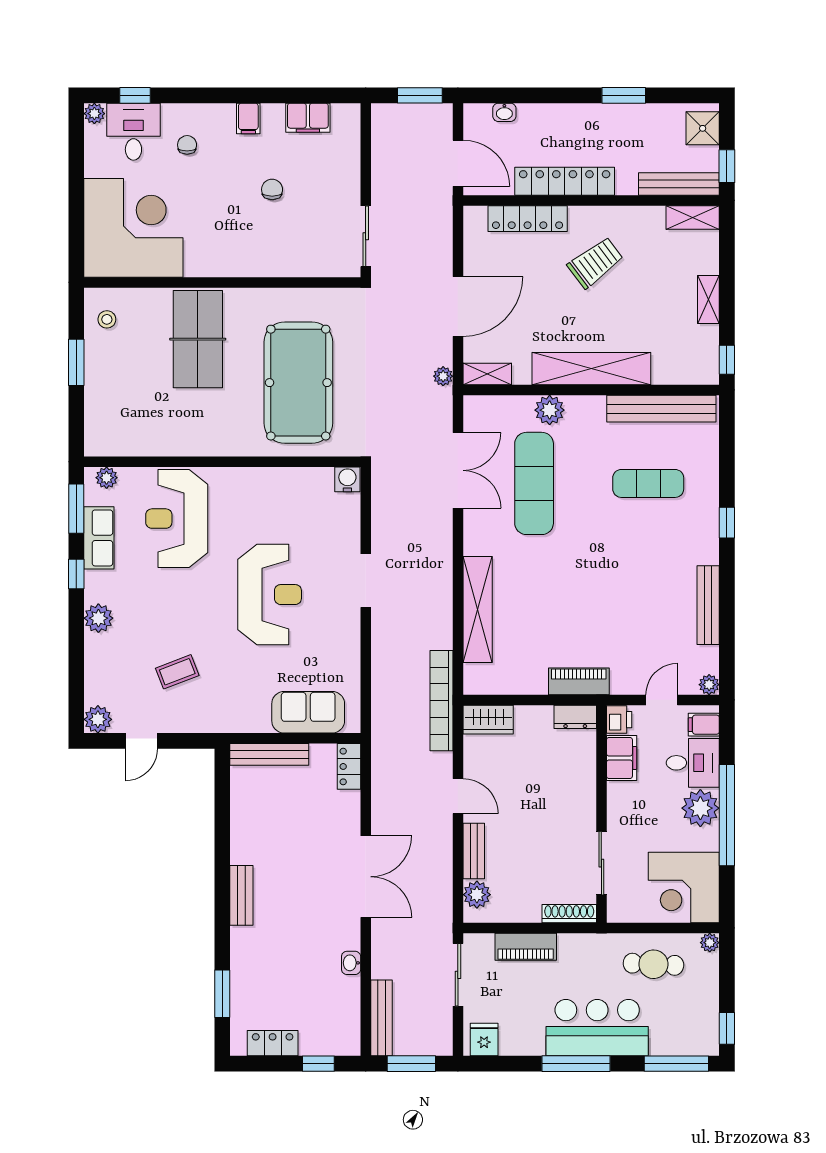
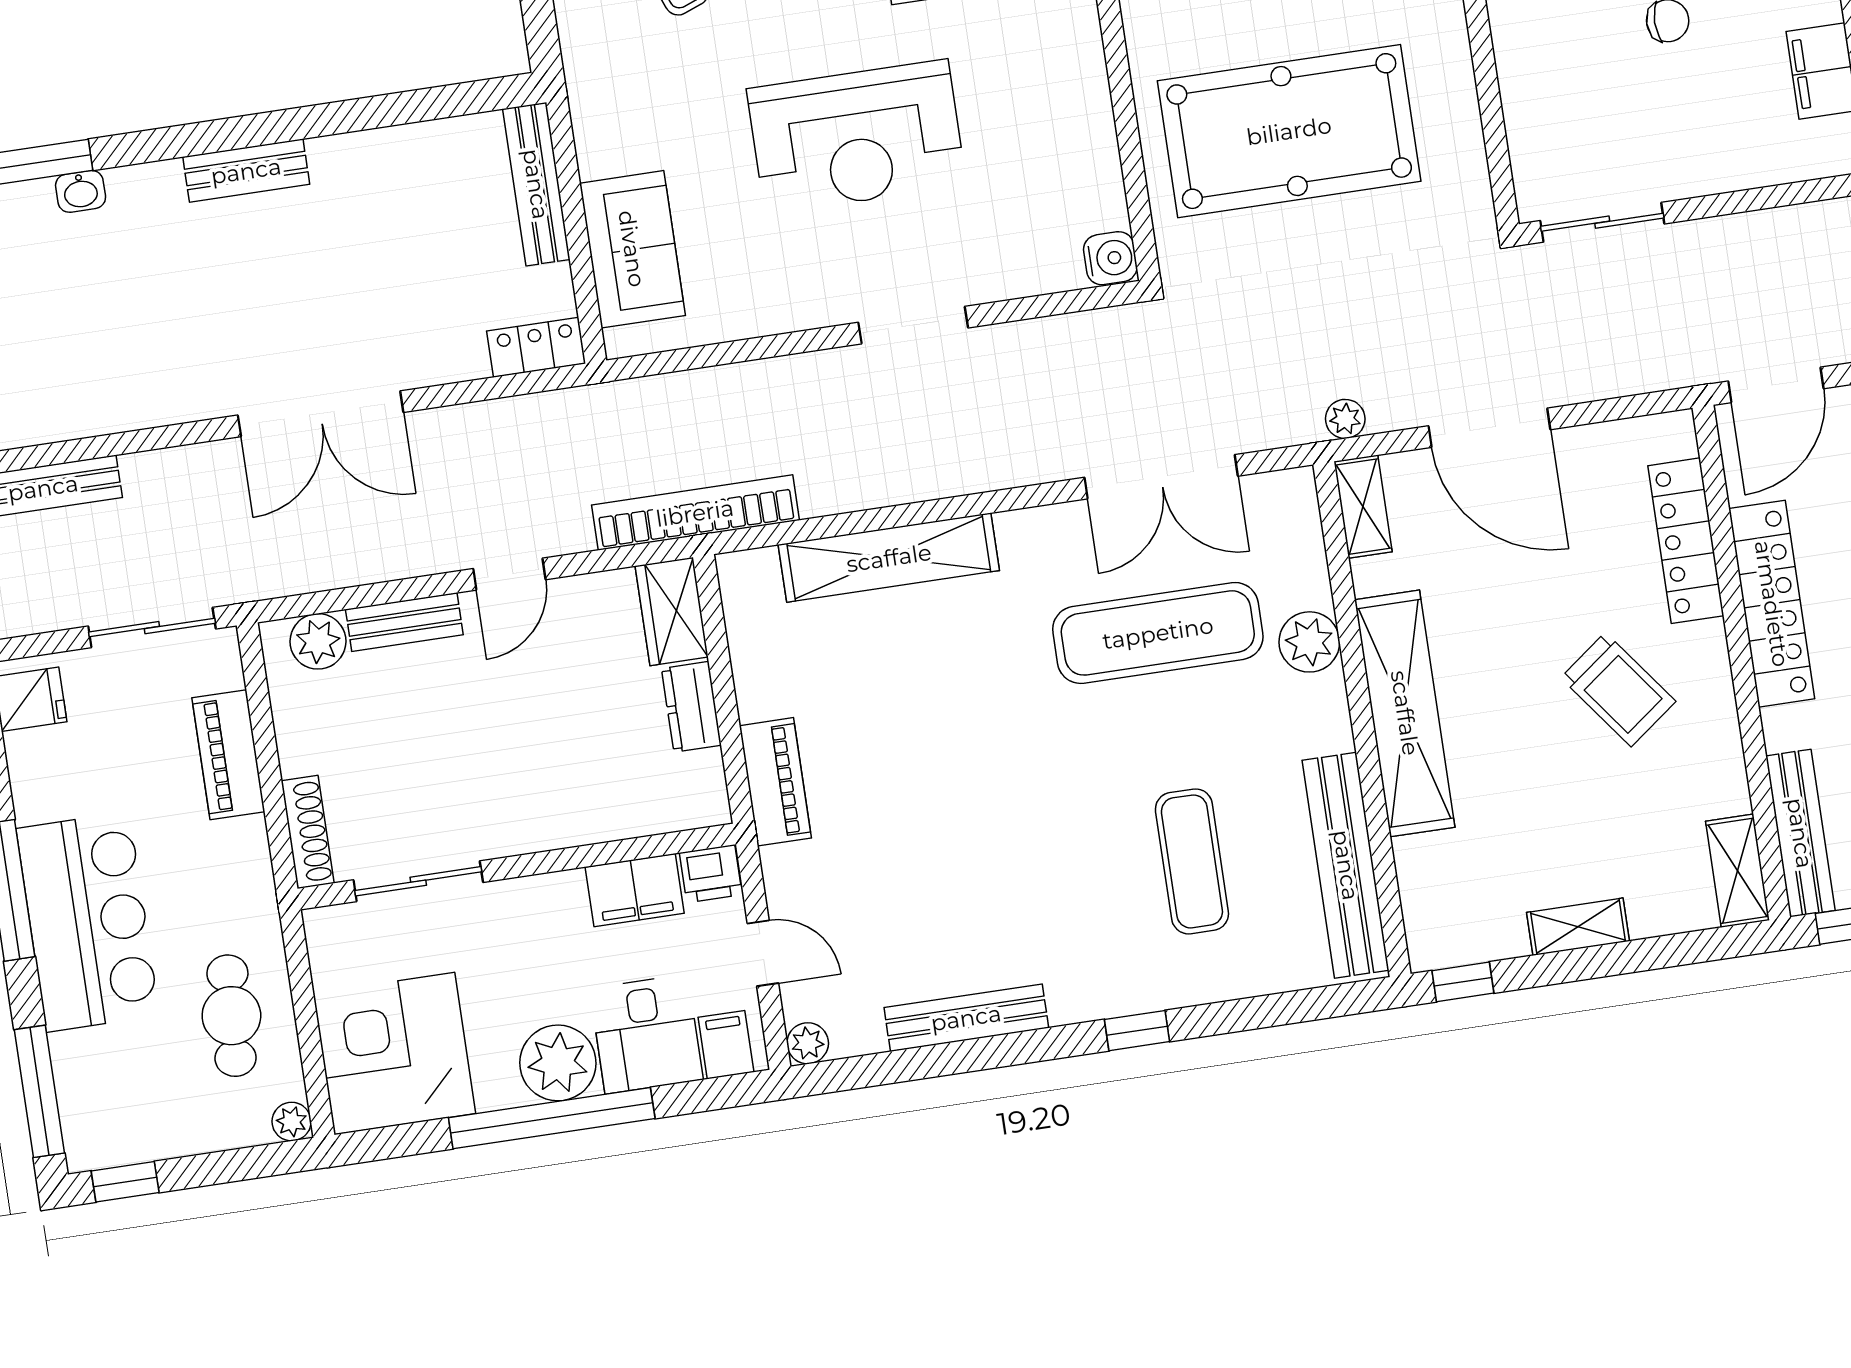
dresser: (575, 717) -> (691, 707), moved
washbasin: (351, 963) -> (81, 191), moved, turned 180

